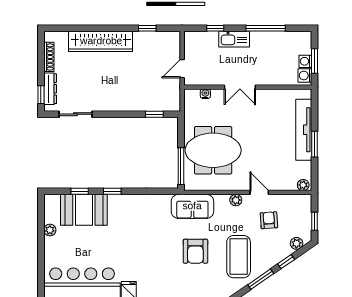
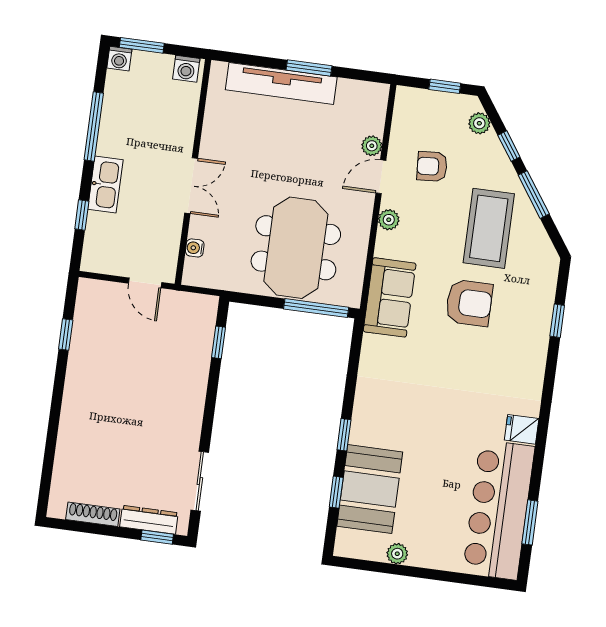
wardrobe: (101, 41) -> (78, 420), removed
washing machine: (305, 61) -> (119, 59), moved
window: (315, 61) -> (142, 45), moved
plant: (303, 185) -> (372, 146), moved
coffee table: (239, 257) -> (489, 228), turned 90

